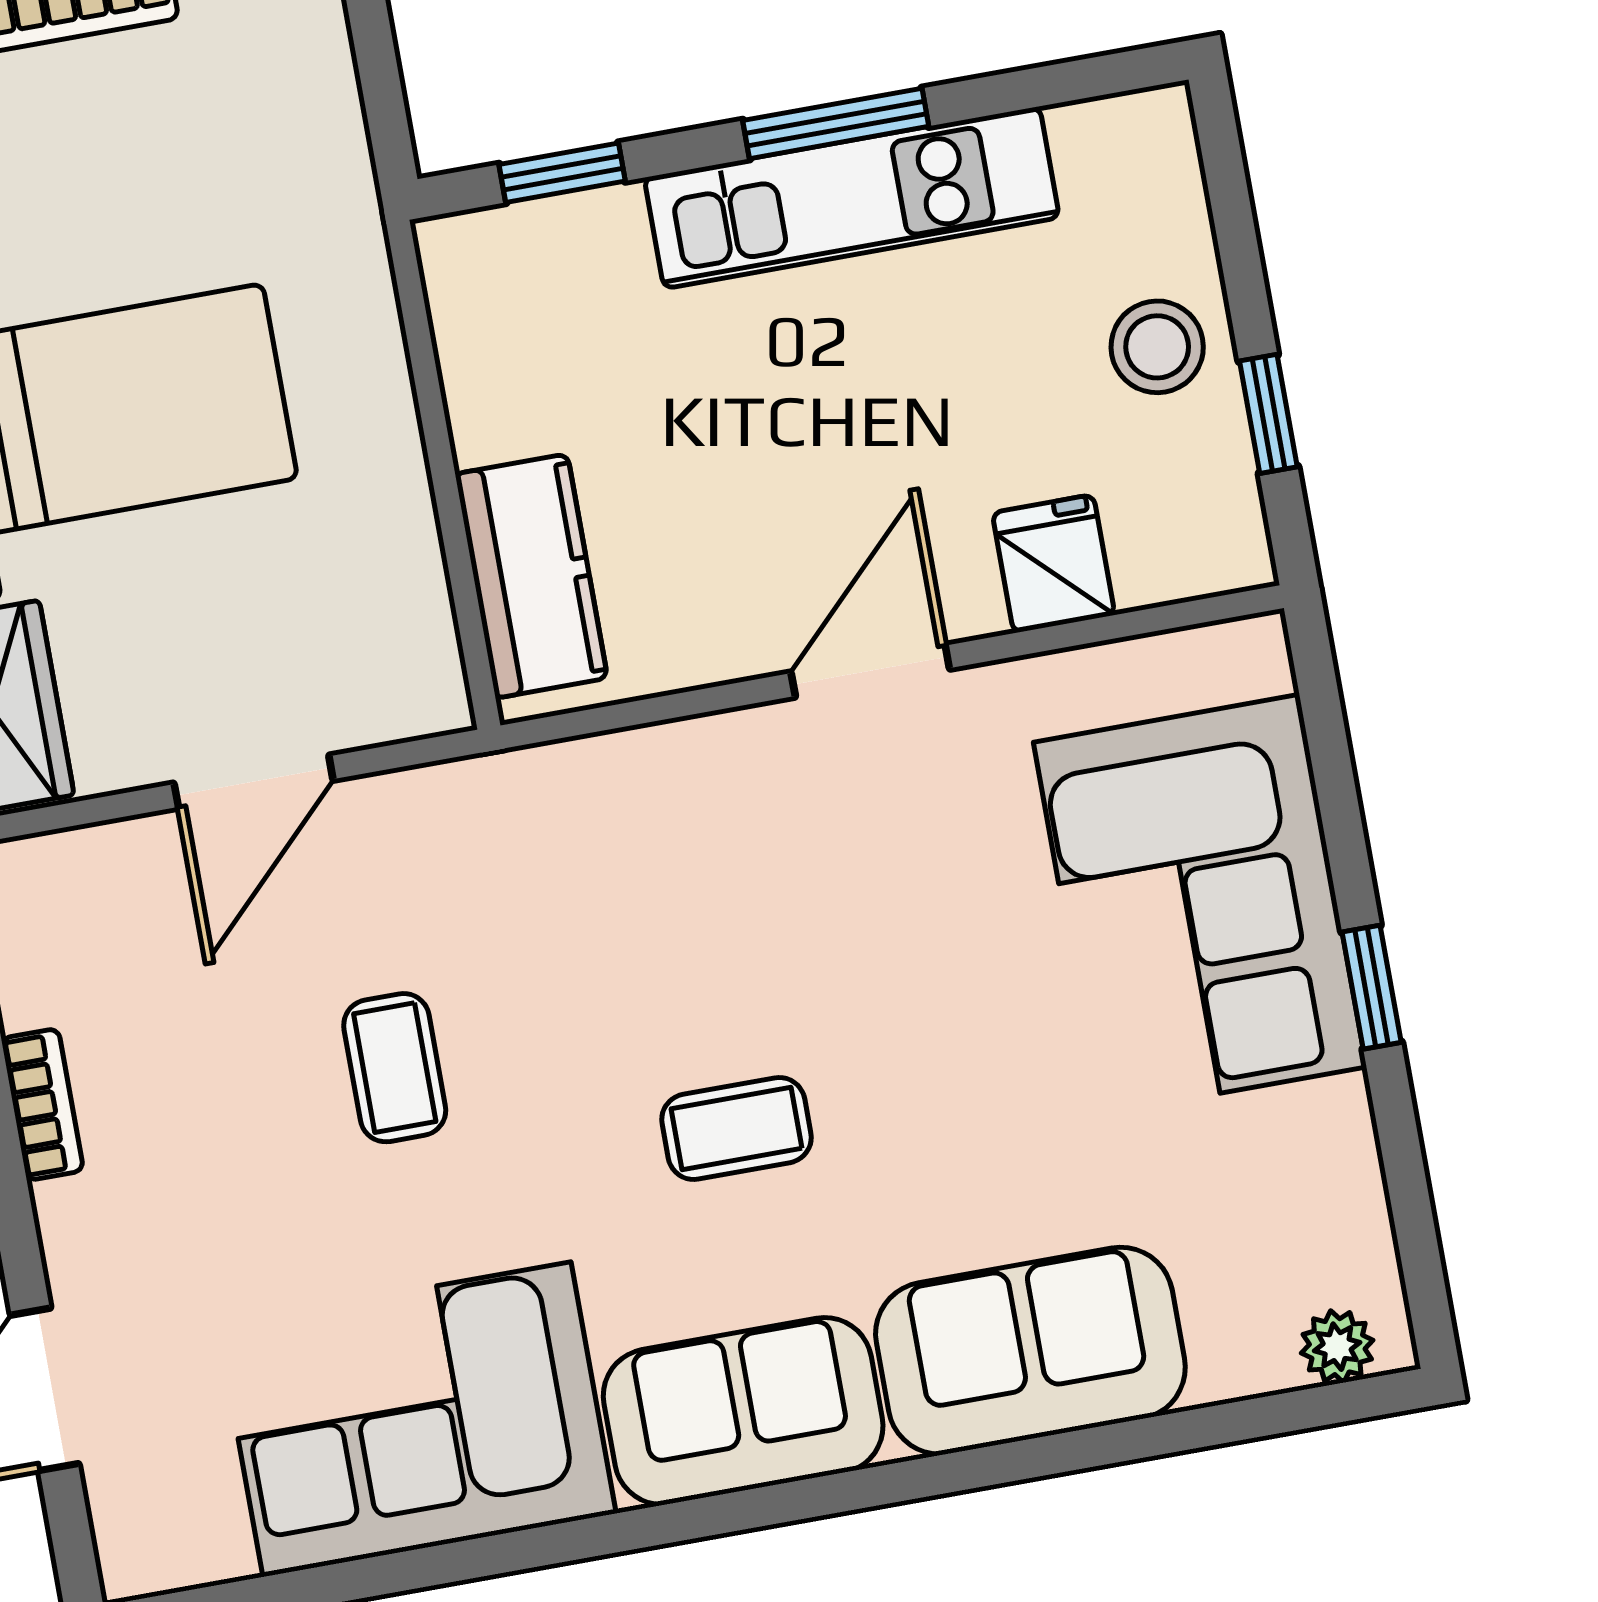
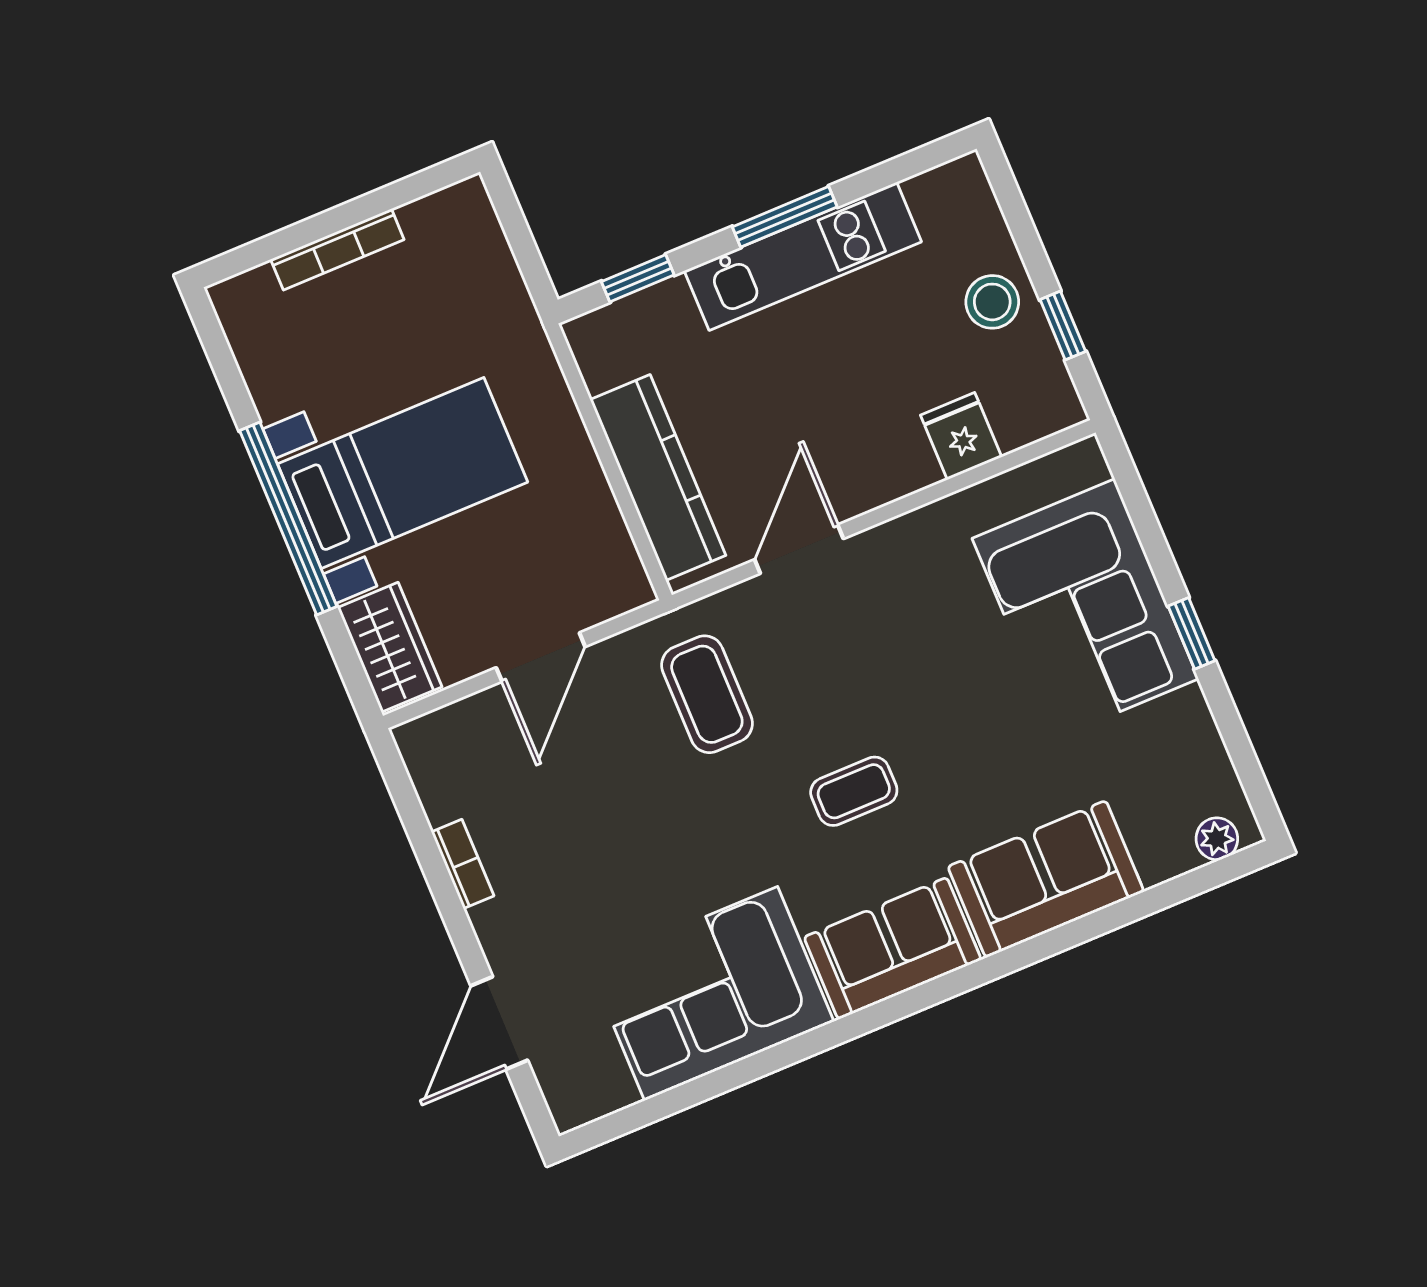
kitchen counter: (531, 576) -> (658, 478), width x1.50
door: (870, 671) -> (799, 549), moved
coffee table: (395, 1068) -> (707, 694), moved, width x1.36, depth x1.30

